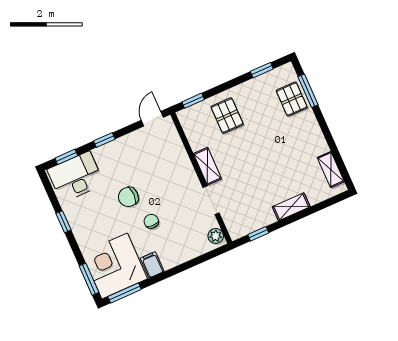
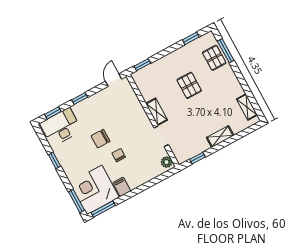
pallet: (227, 116) -> (189, 85), moved

